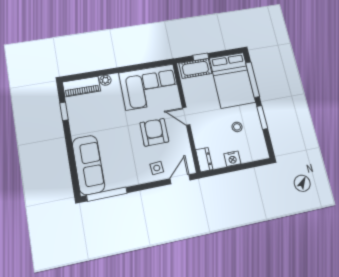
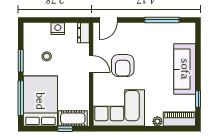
door: (186, 116) -> (91, 64), moved
sofa: (88, 165) -> (185, 69), moved
side table: (157, 168) -> (127, 34), removed
window: (107, 194) -> (162, 20), moved

